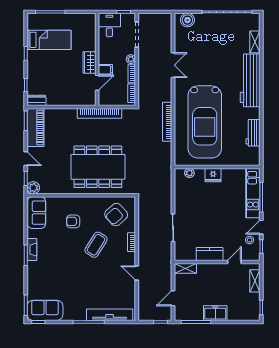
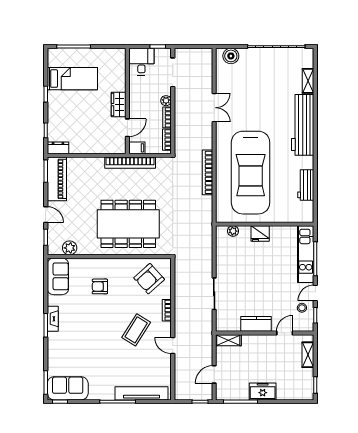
filing cabinet: (105, 70) -> (137, 148), moved
plant: (33, 188) -> (70, 248), moved
coffee table: (96, 245) -> (136, 330), moved

